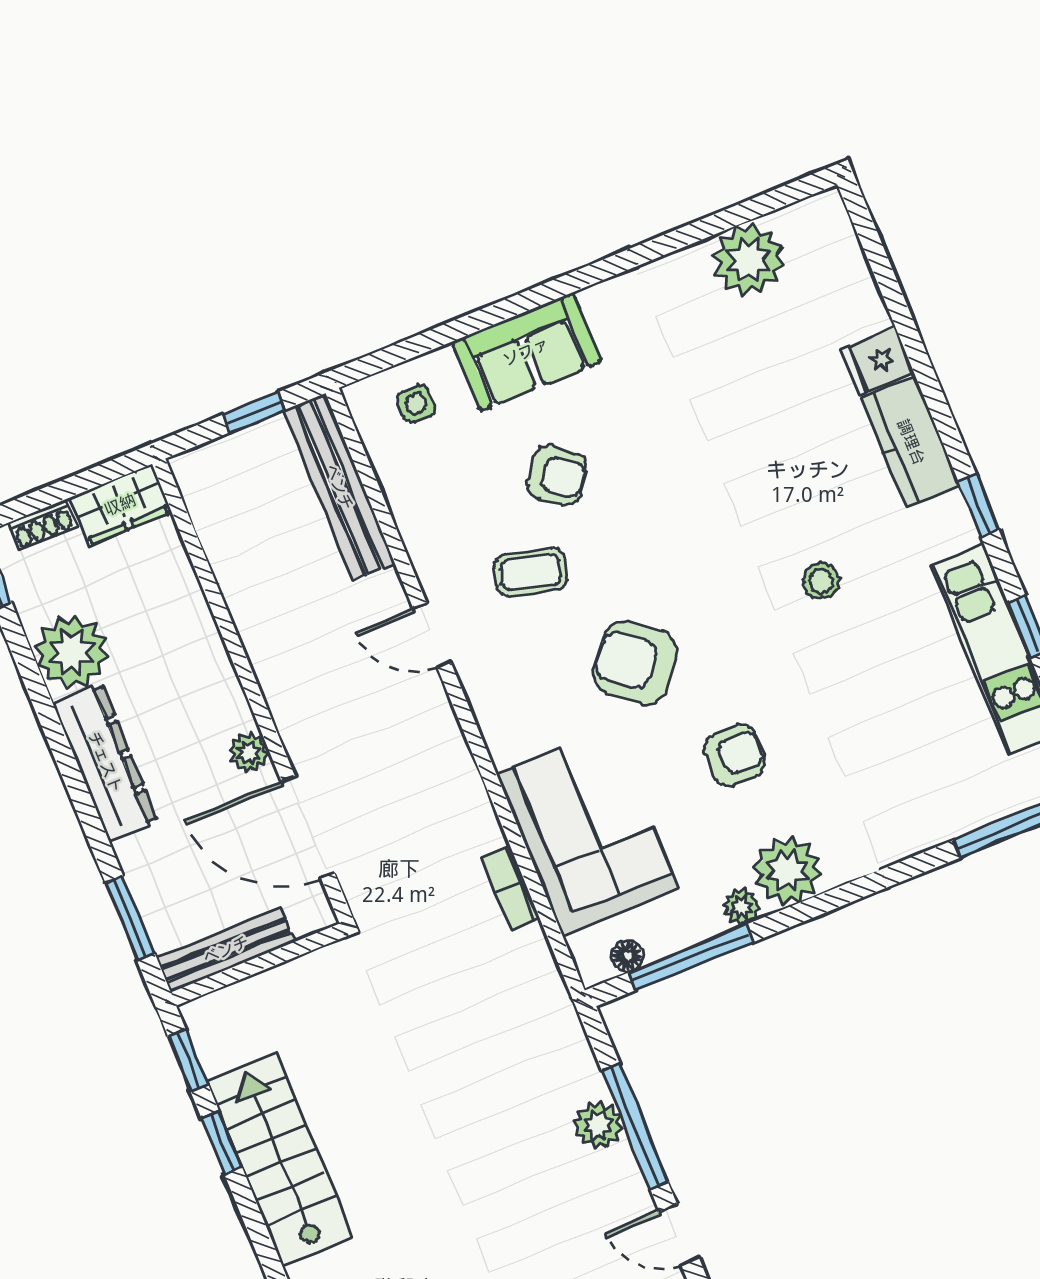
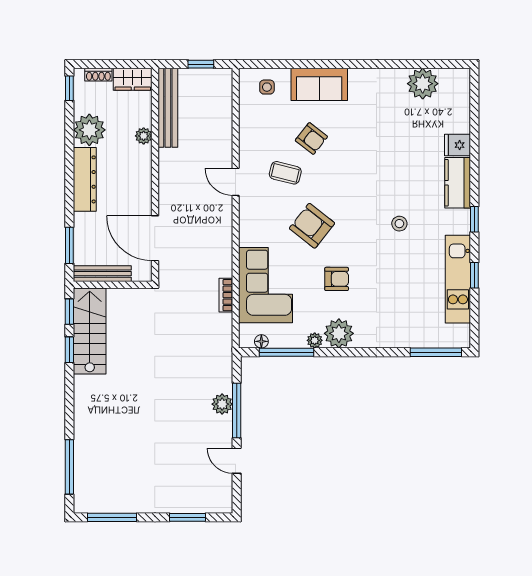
bench: (339, 487) -> (168, 108), moved
plant: (249, 753) -> (144, 136), moved
stairs: (280, 1159) -> (90, 331), moved

